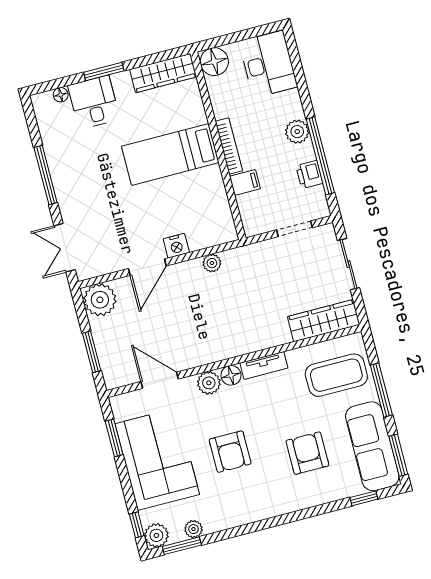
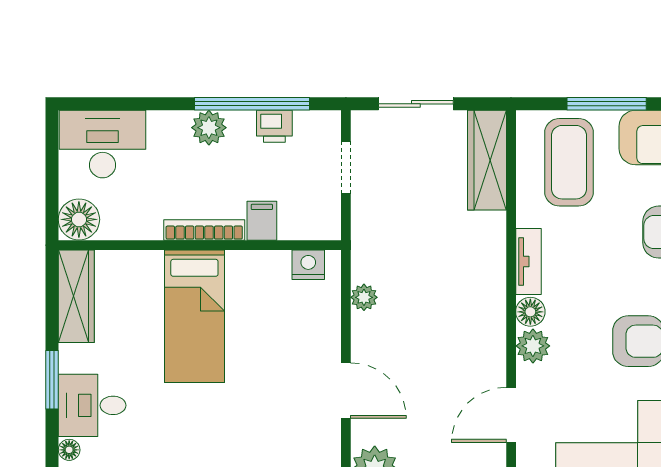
nightstand: (176, 246) -> (308, 265), moved, turned -90

